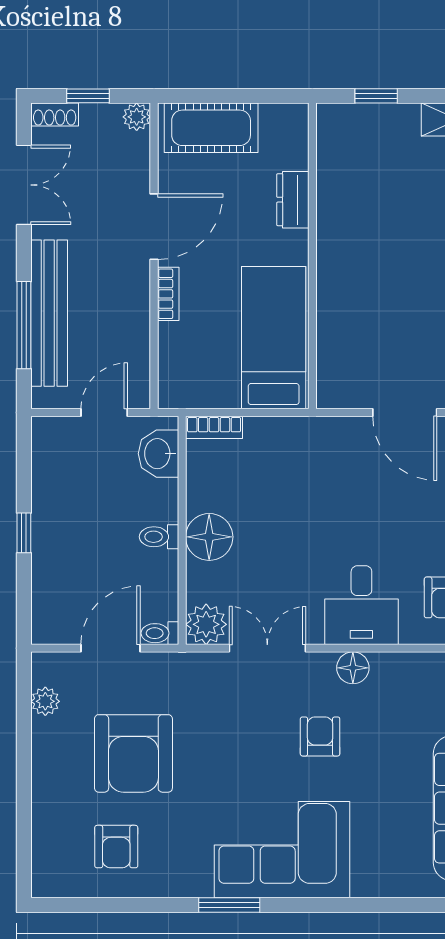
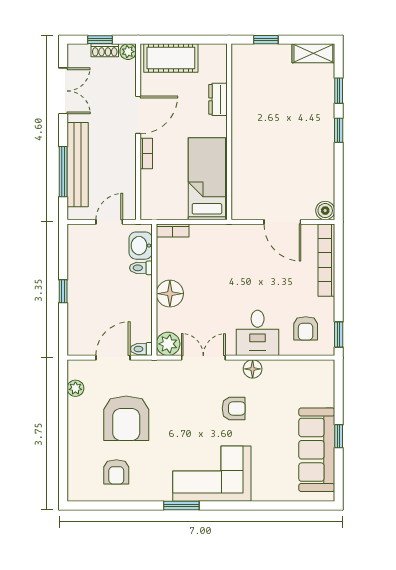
shoe rack: (55, 115) -> (105, 50), moved
toilet: (159, 537) -> (141, 268), moved
armchair: (320, 736) -> (234, 408), turned 90

